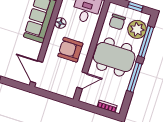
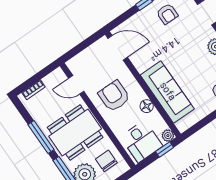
armchair: (70, 50) -> (114, 96), turned -90
door: (82, 80) -> (76, 85), hinge flipped

